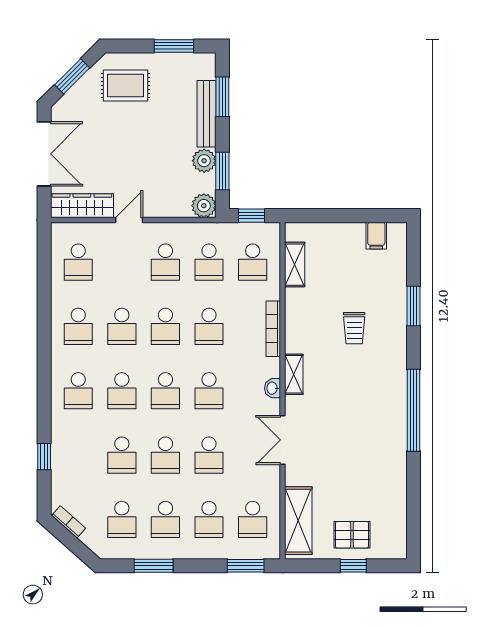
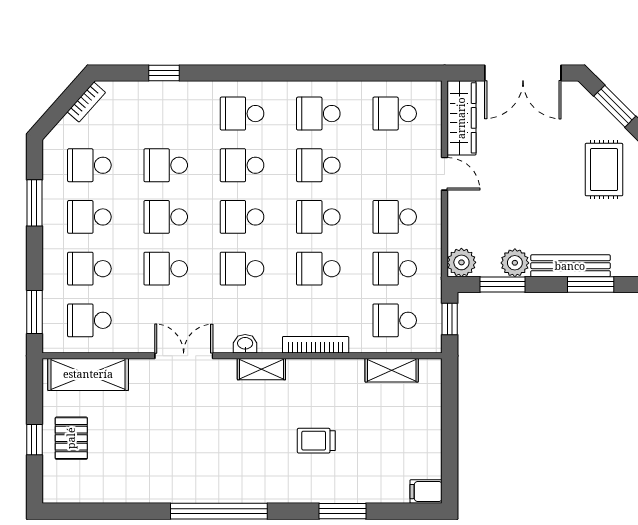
filing cabinet: (376, 236) -> (426, 492), moved

